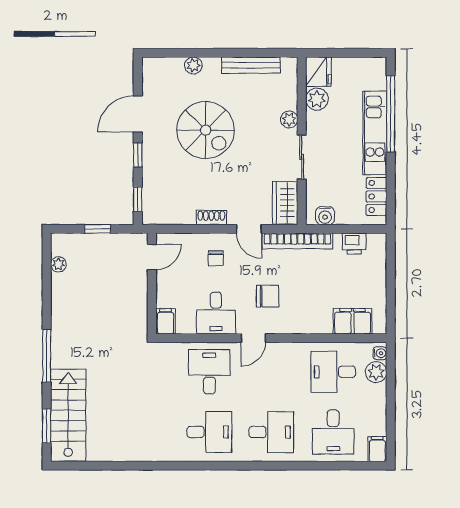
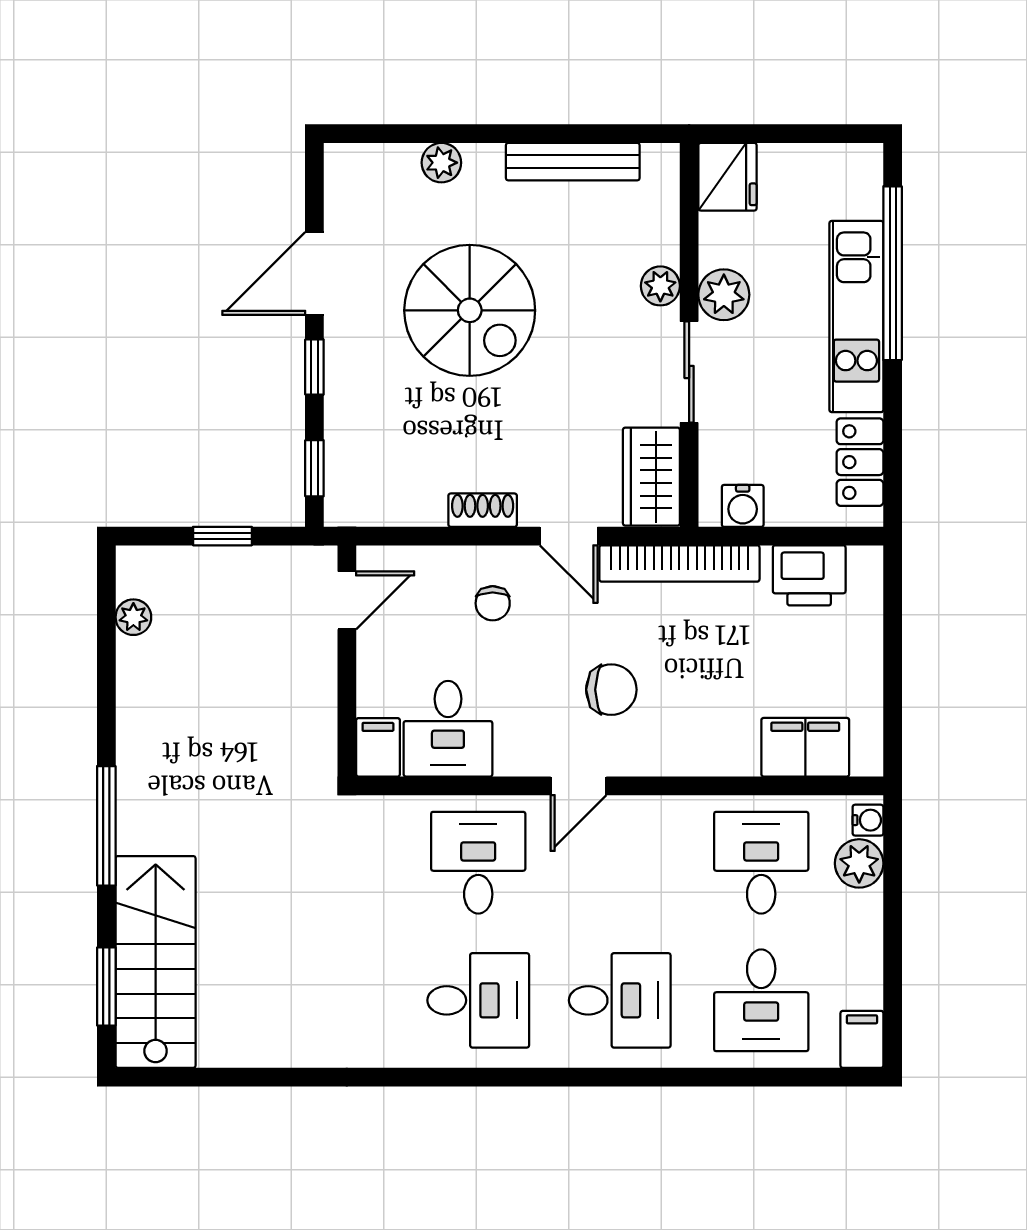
plant: (317, 99) -> (724, 295), moved
printer: (354, 244) -> (809, 575), width x1.36, depth x1.24
desk: (216, 313) -> (448, 729), moved
desk: (333, 372) -> (761, 863), turned 90

